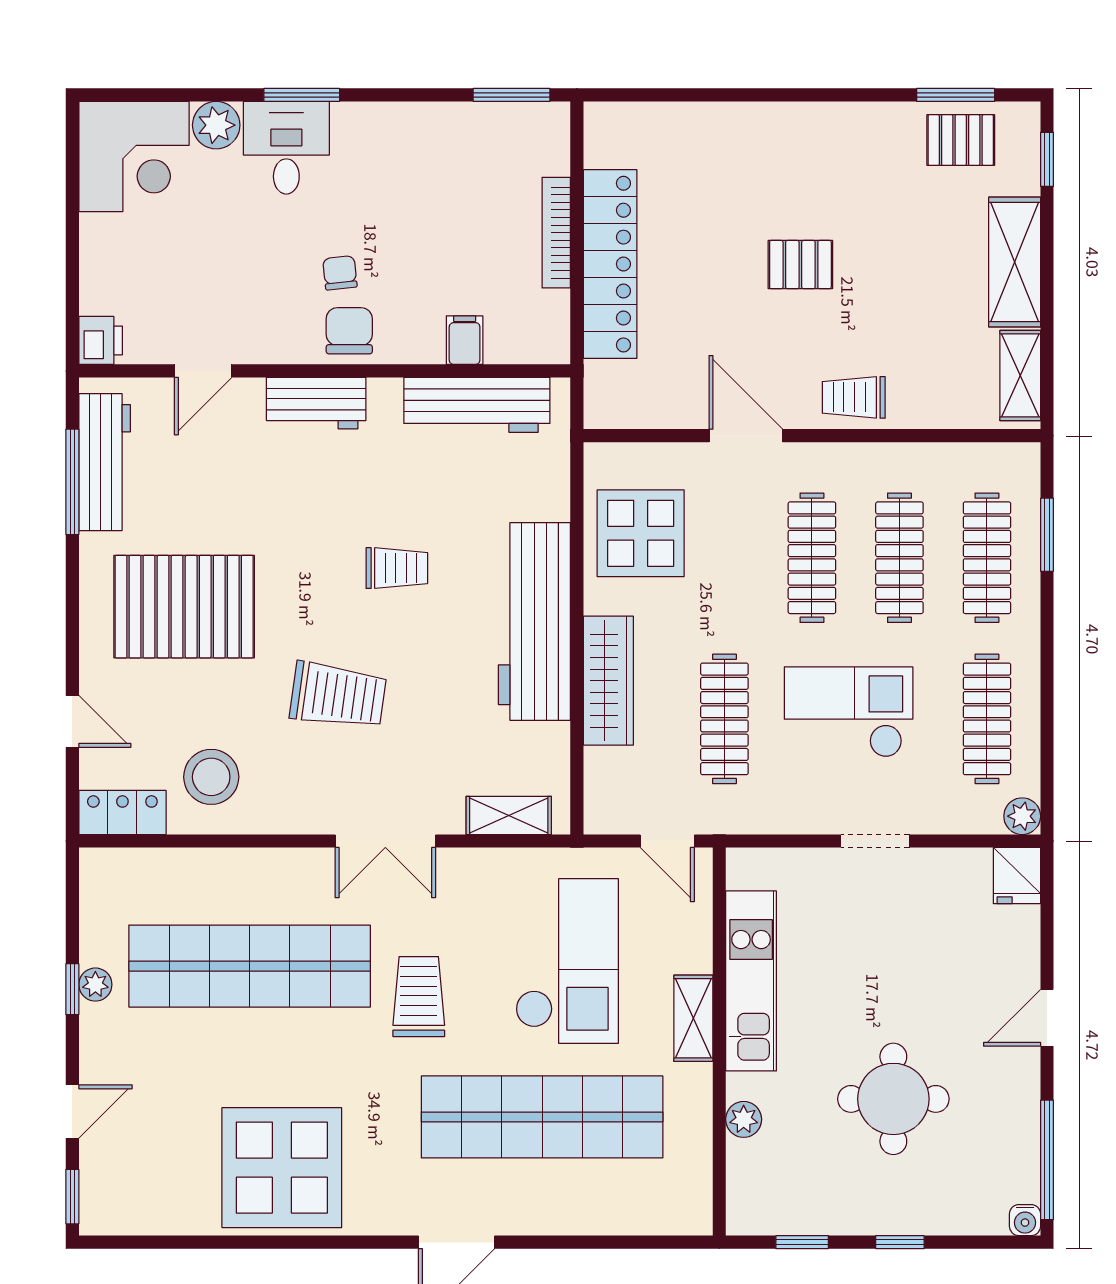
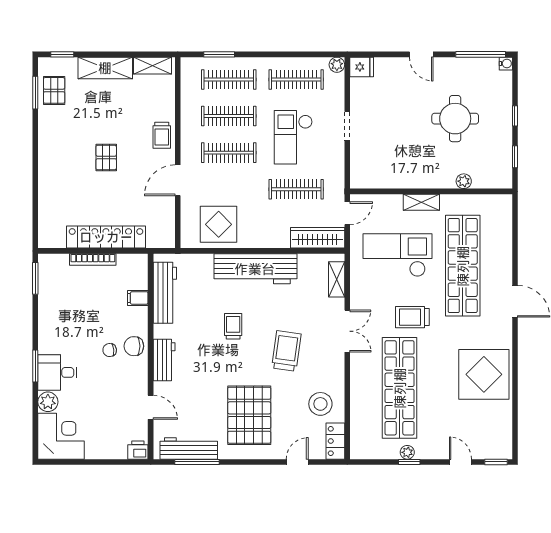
wardrobe: (608, 681) -> (318, 238), moved
kitchen unit: (751, 981) -> (406, 178), removed

